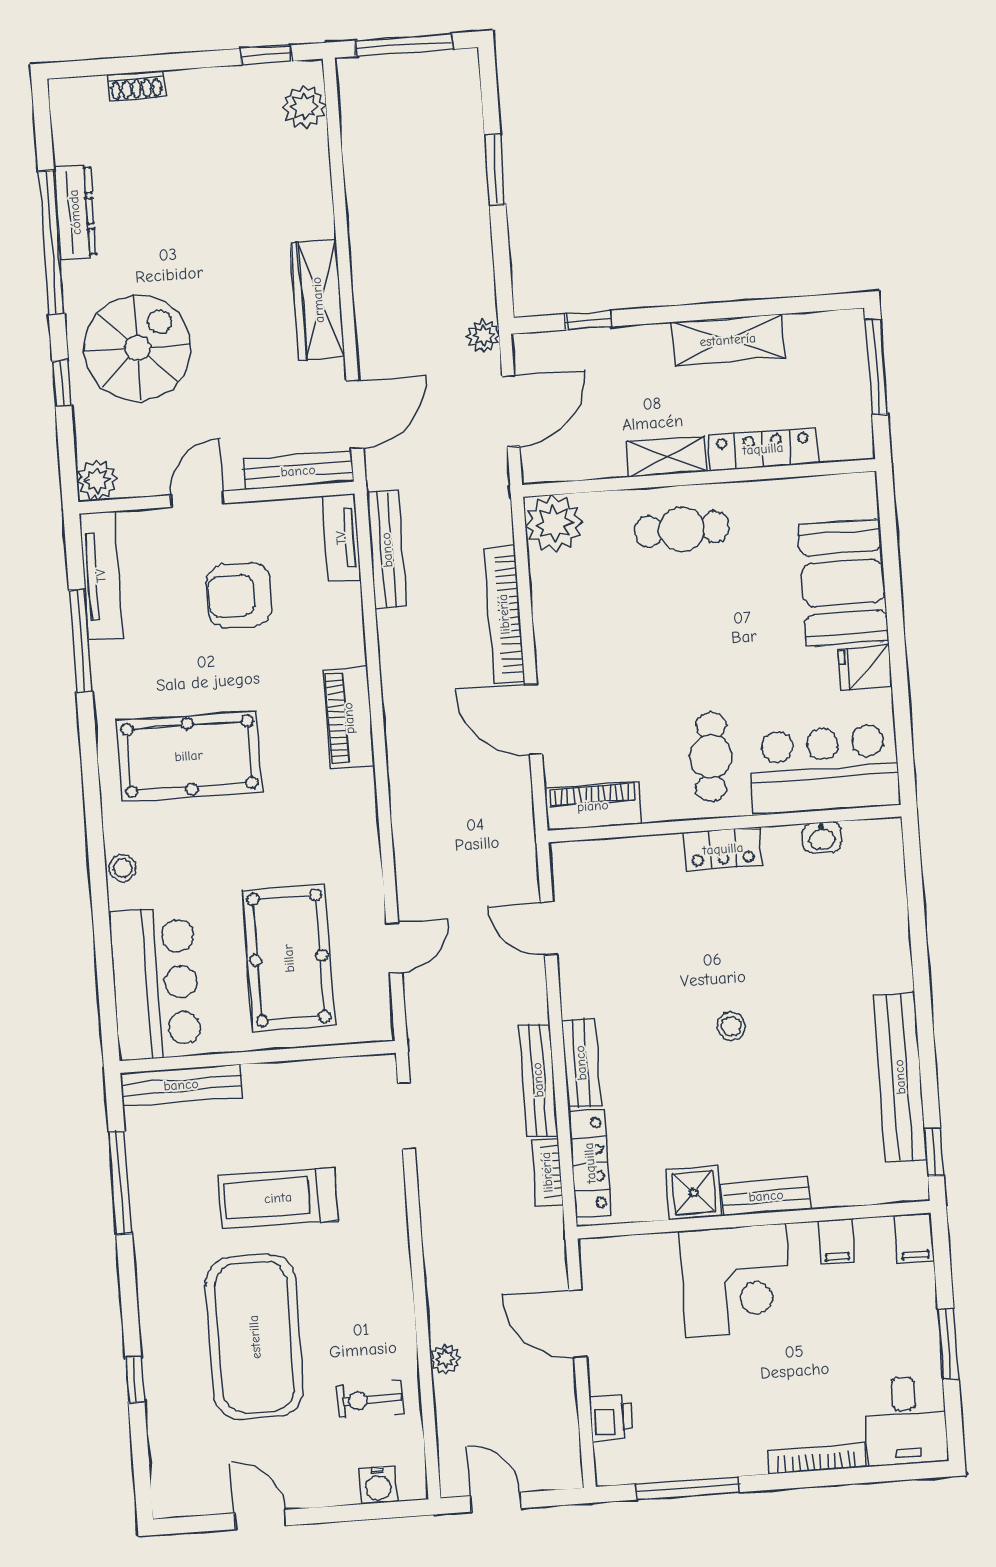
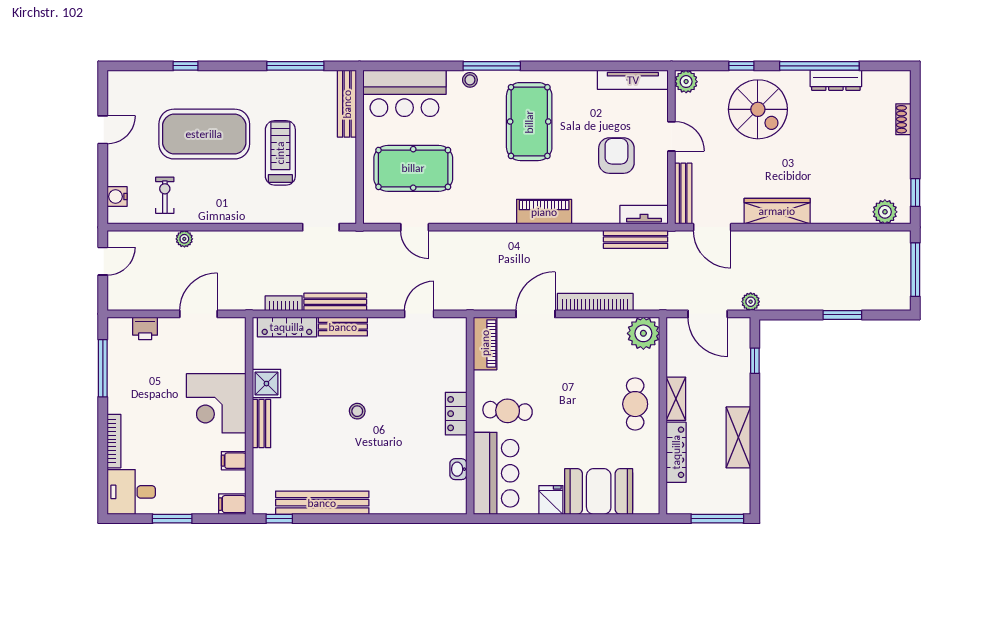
window: (81, 641) -> (492, 66), moved

